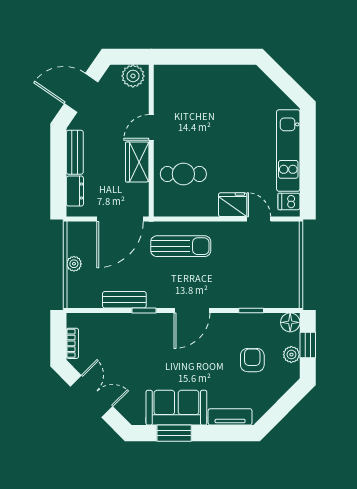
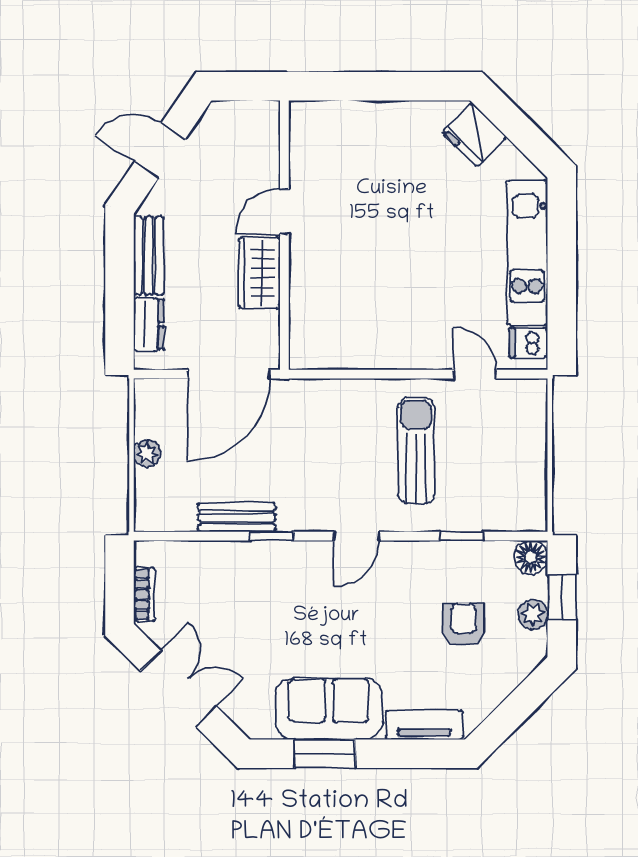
plant: (133, 76) -> (252, 120), removed
door: (81, 93) -> (160, 150), width x0.73
cafe table: (183, 174) -> (341, 294), removed
fridge: (233, 205) -> (474, 135), moved, turned -135
sun lounger: (181, 246) -> (416, 450), moved, turned -90
door: (192, 310) -> (356, 536), width x0.73

